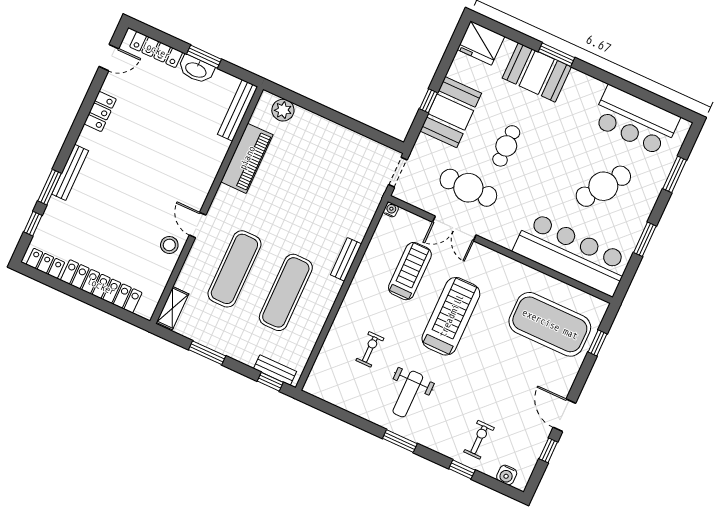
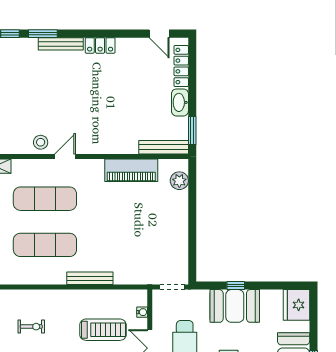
window: (204, 57) -> (192, 131), moved
locker: (100, 111) -> (100, 45), moved
water cooler: (391, 210) -> (142, 312), moved
bench: (346, 259) -> (90, 278), width x1.36

